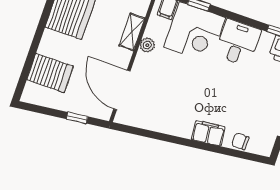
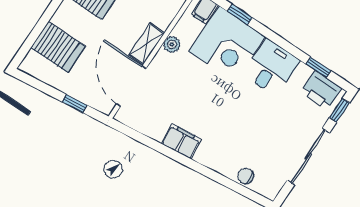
shelving: (132, 32) -> (147, 44), moved
filing cabinet: (208, 133) -> (181, 141), moved

